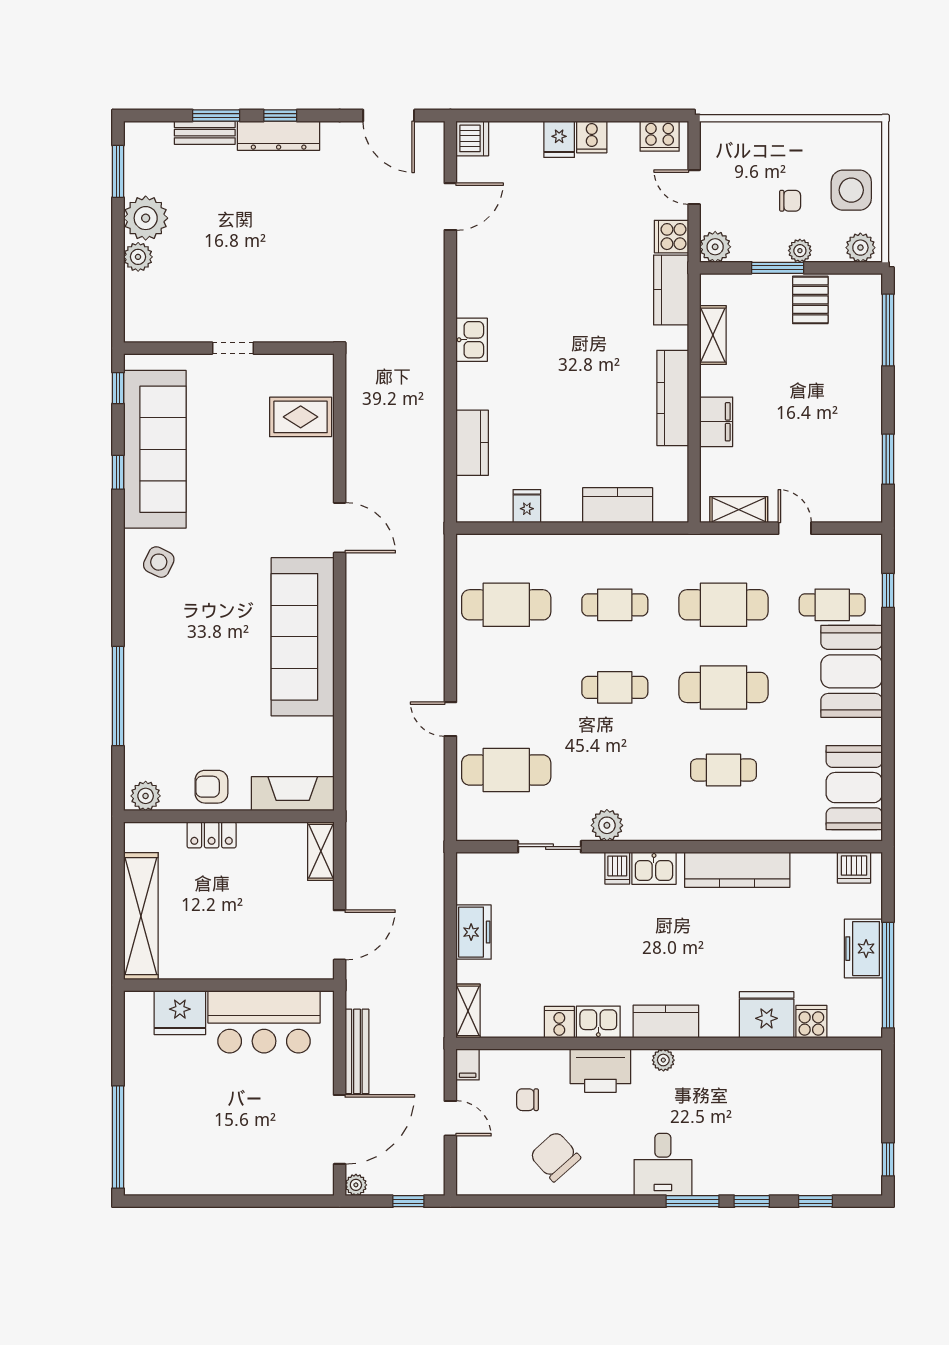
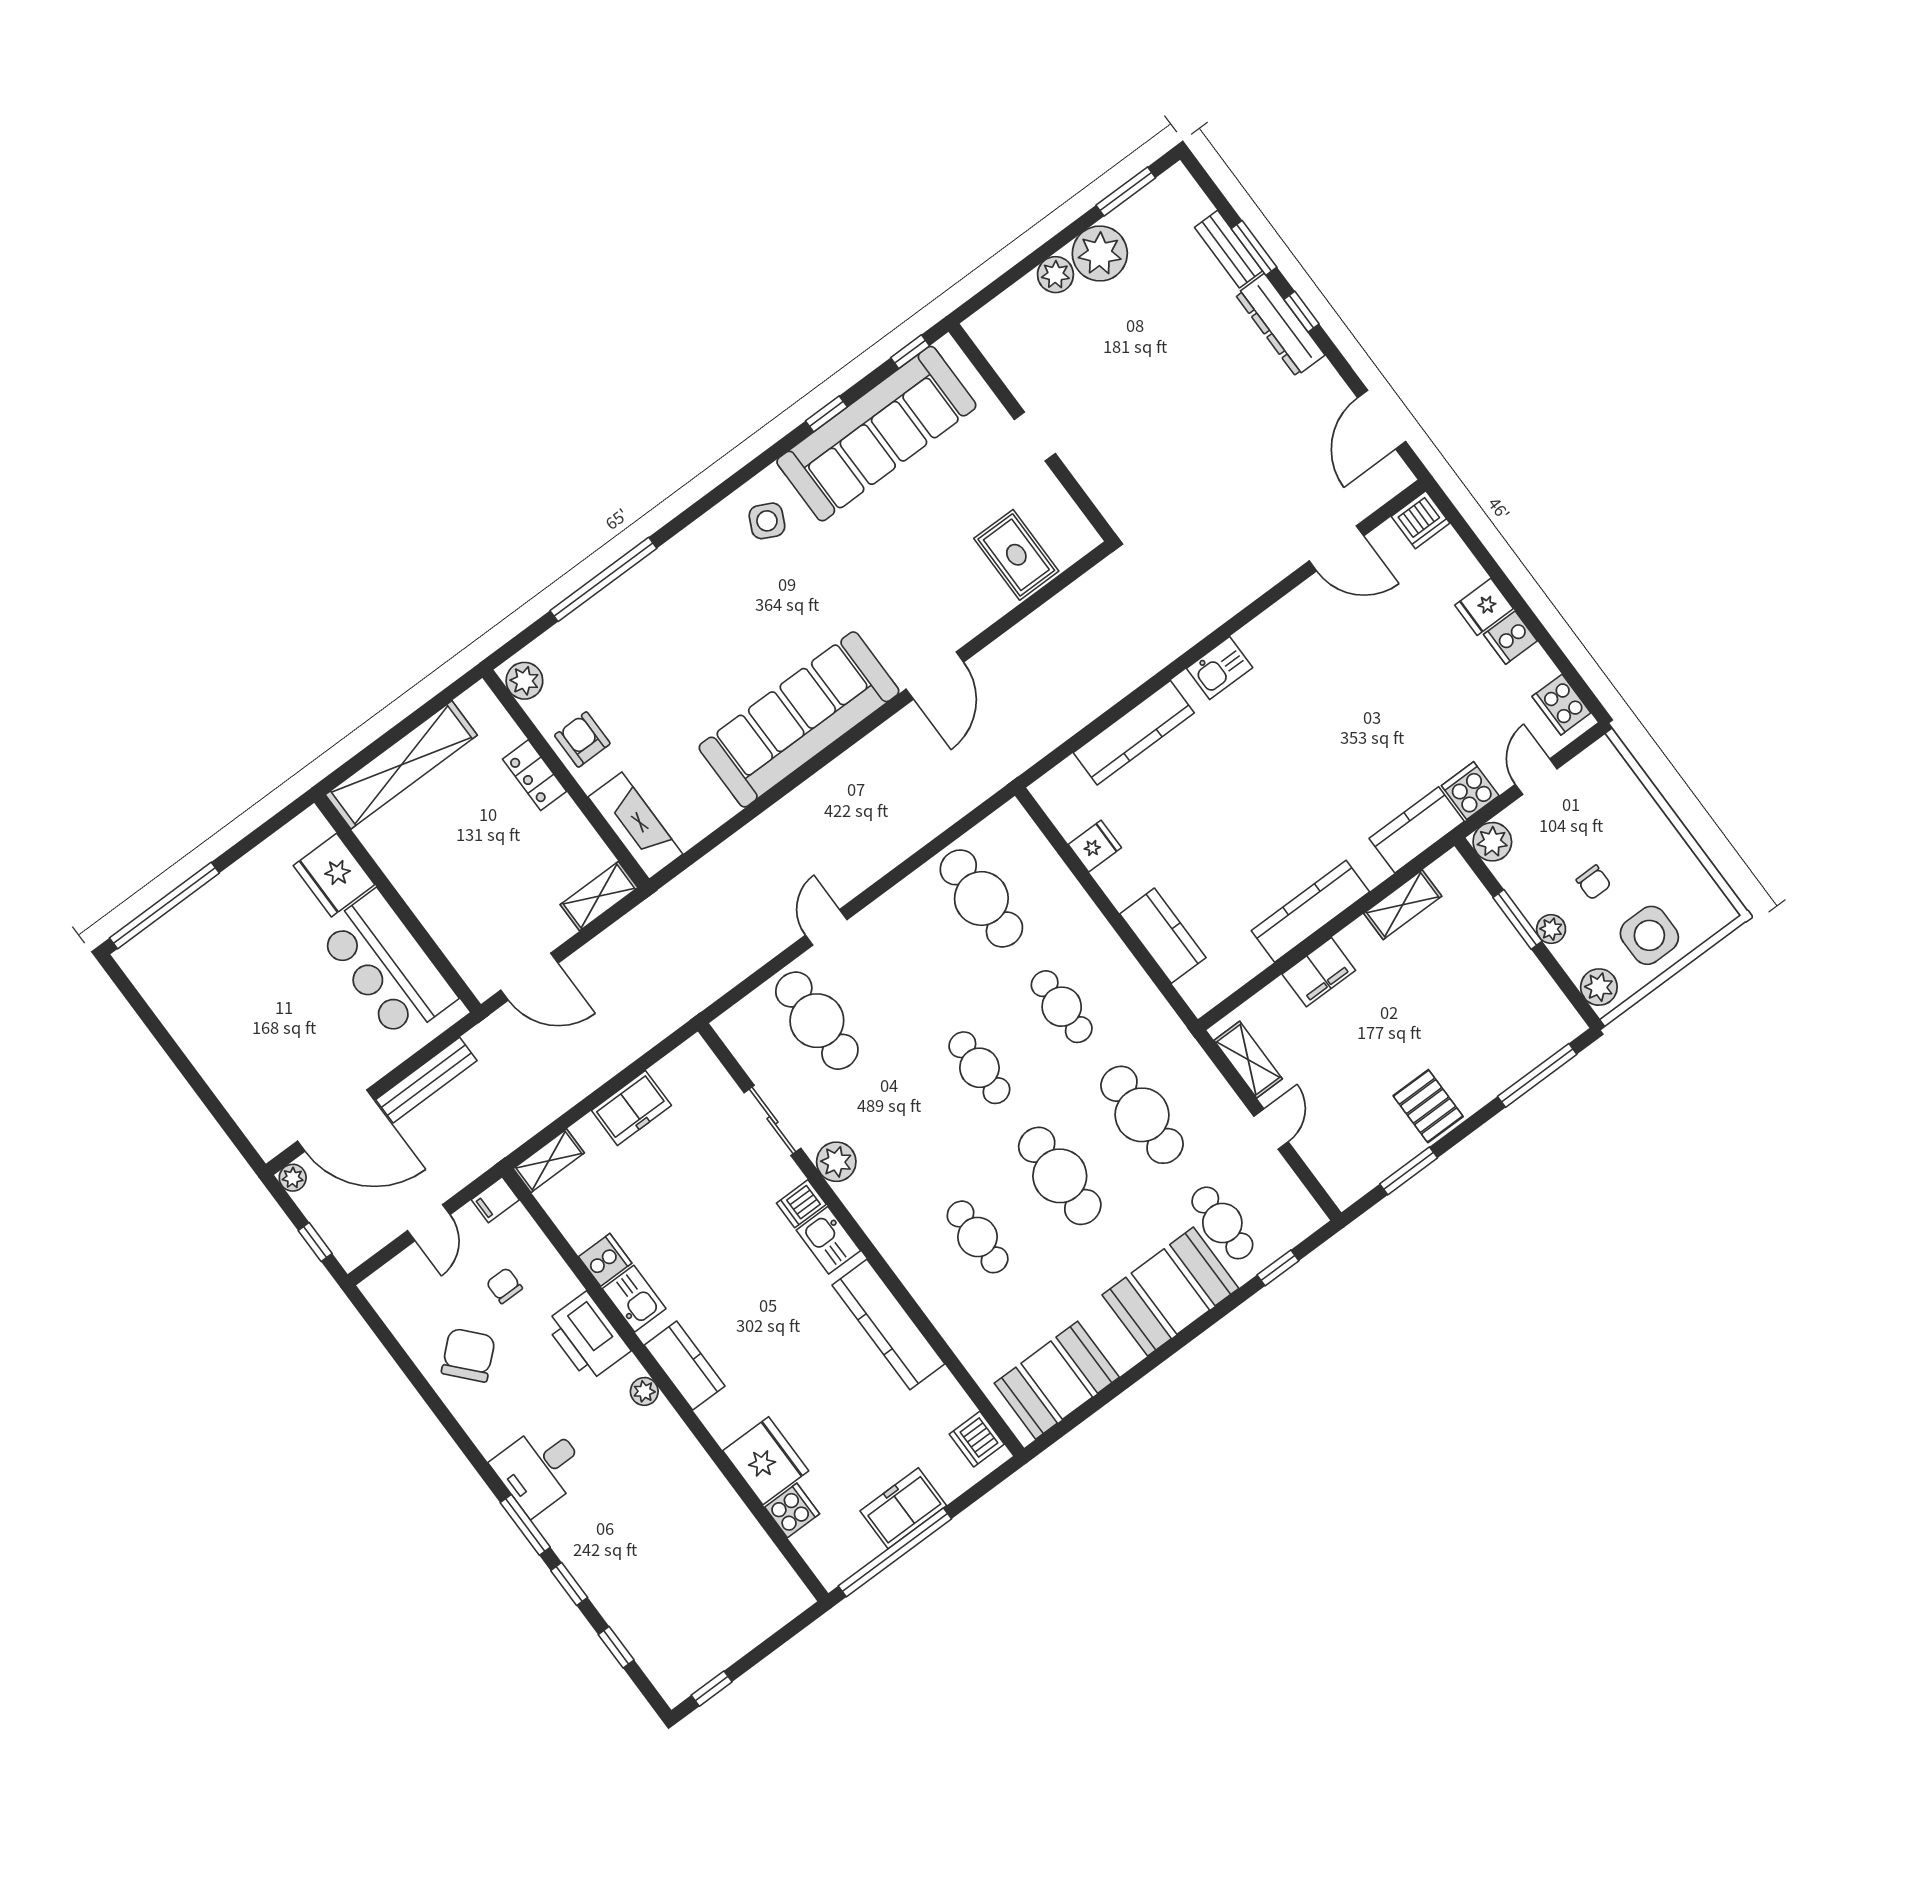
pallet: (810, 300) -> (1428, 1106), moved, turned 90
kitchen counter: (472, 443) -> (1134, 733), width x1.50

